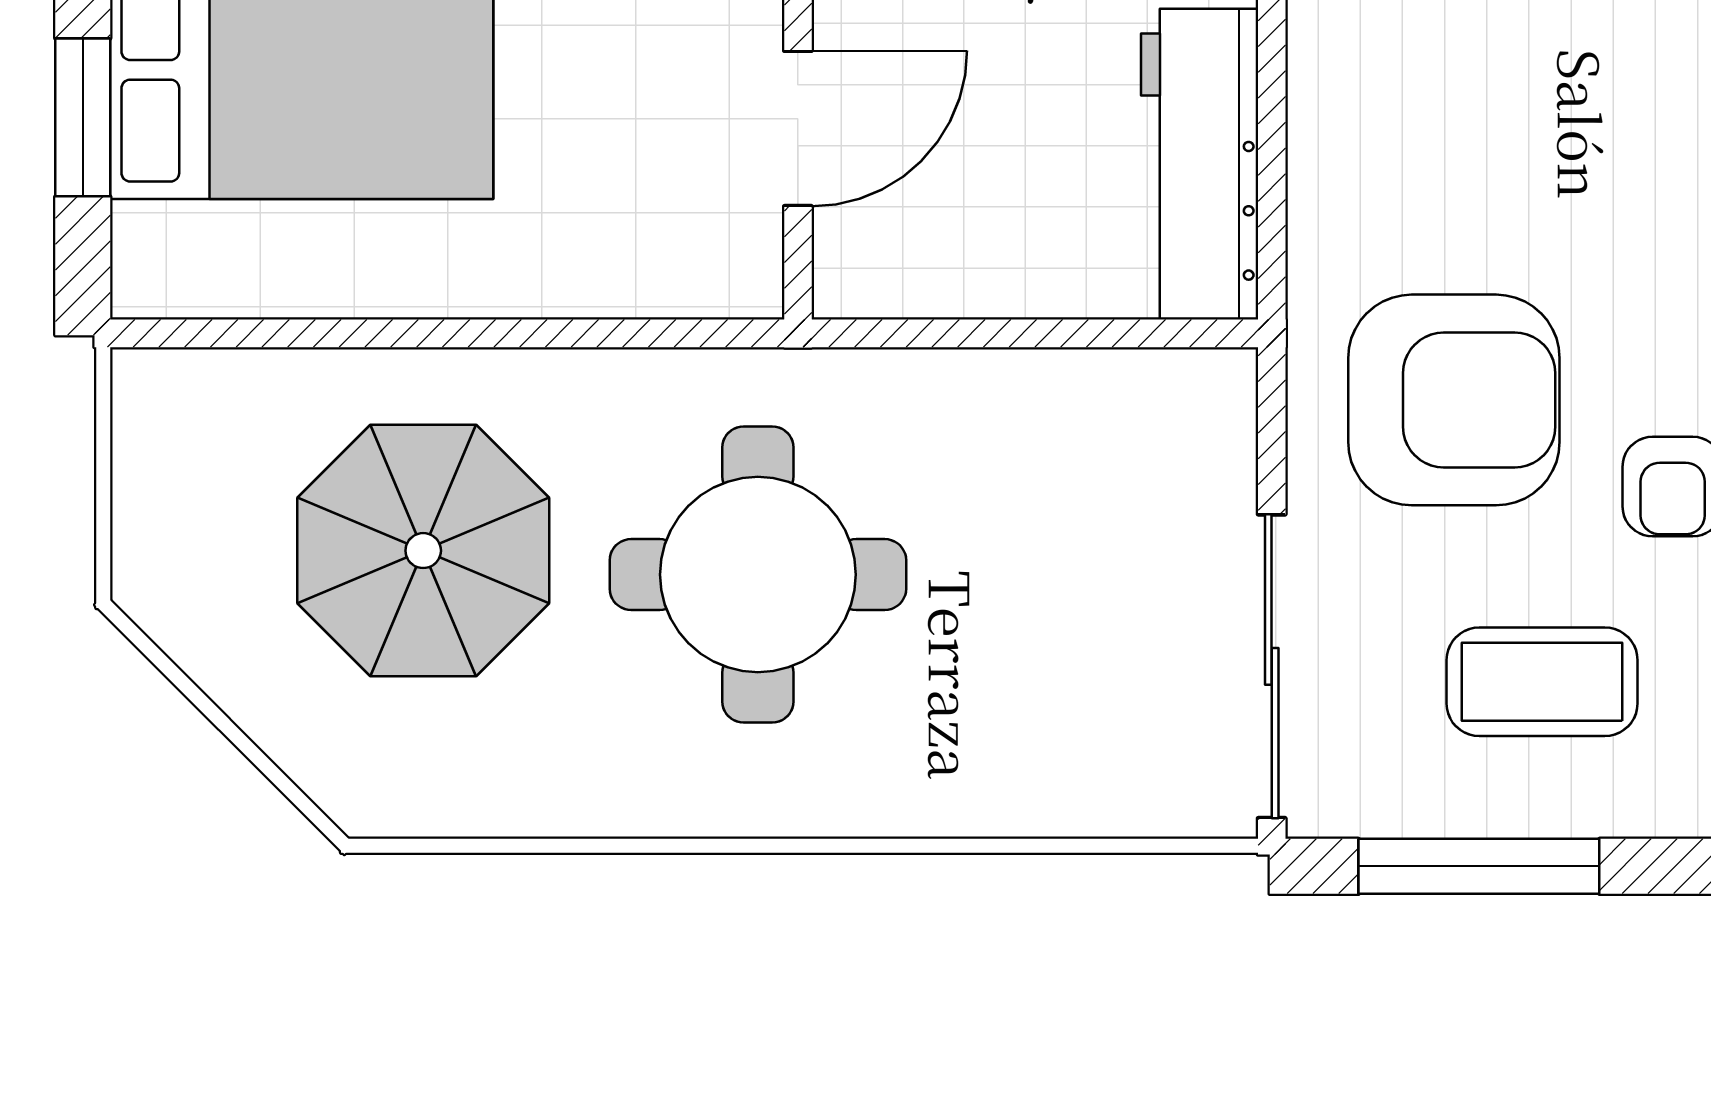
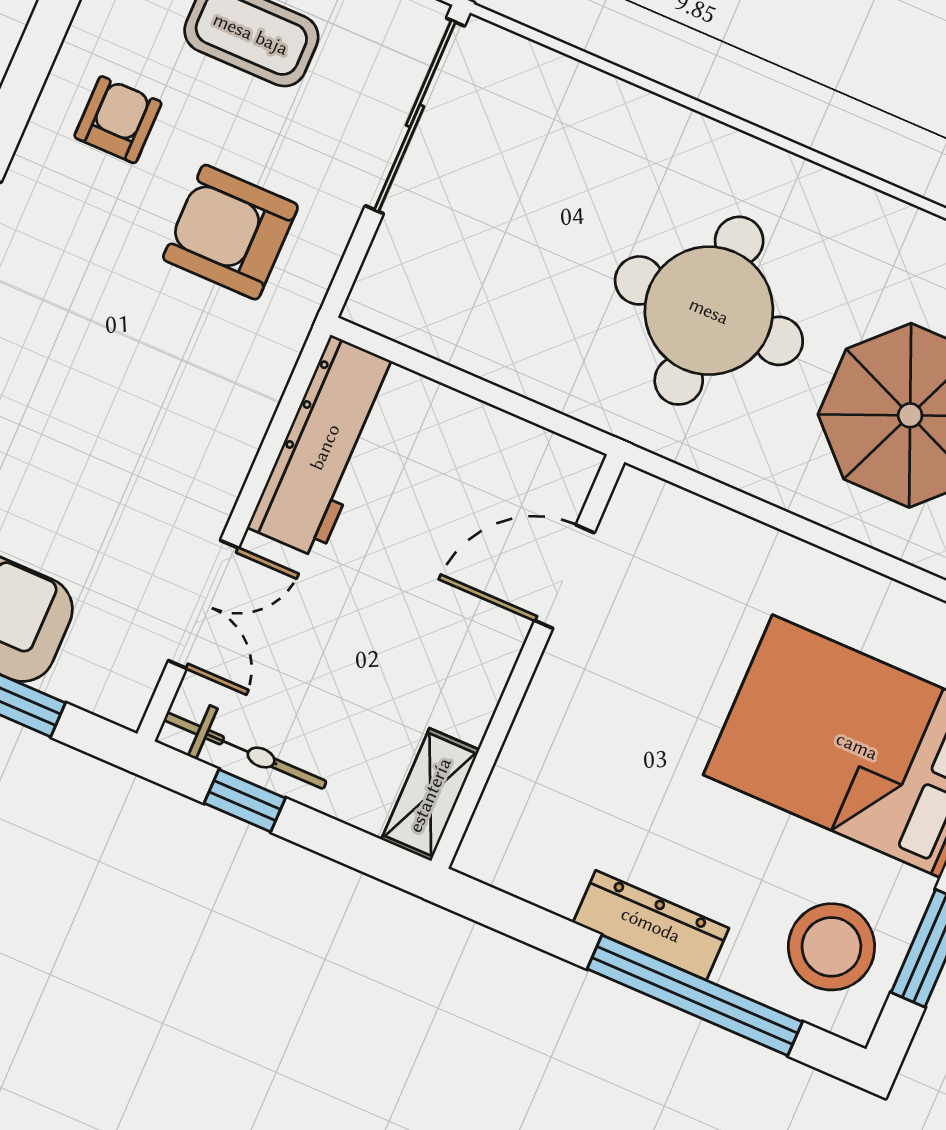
armchair: (1454, 400) -> (230, 232), width x0.73, depth x0.73

